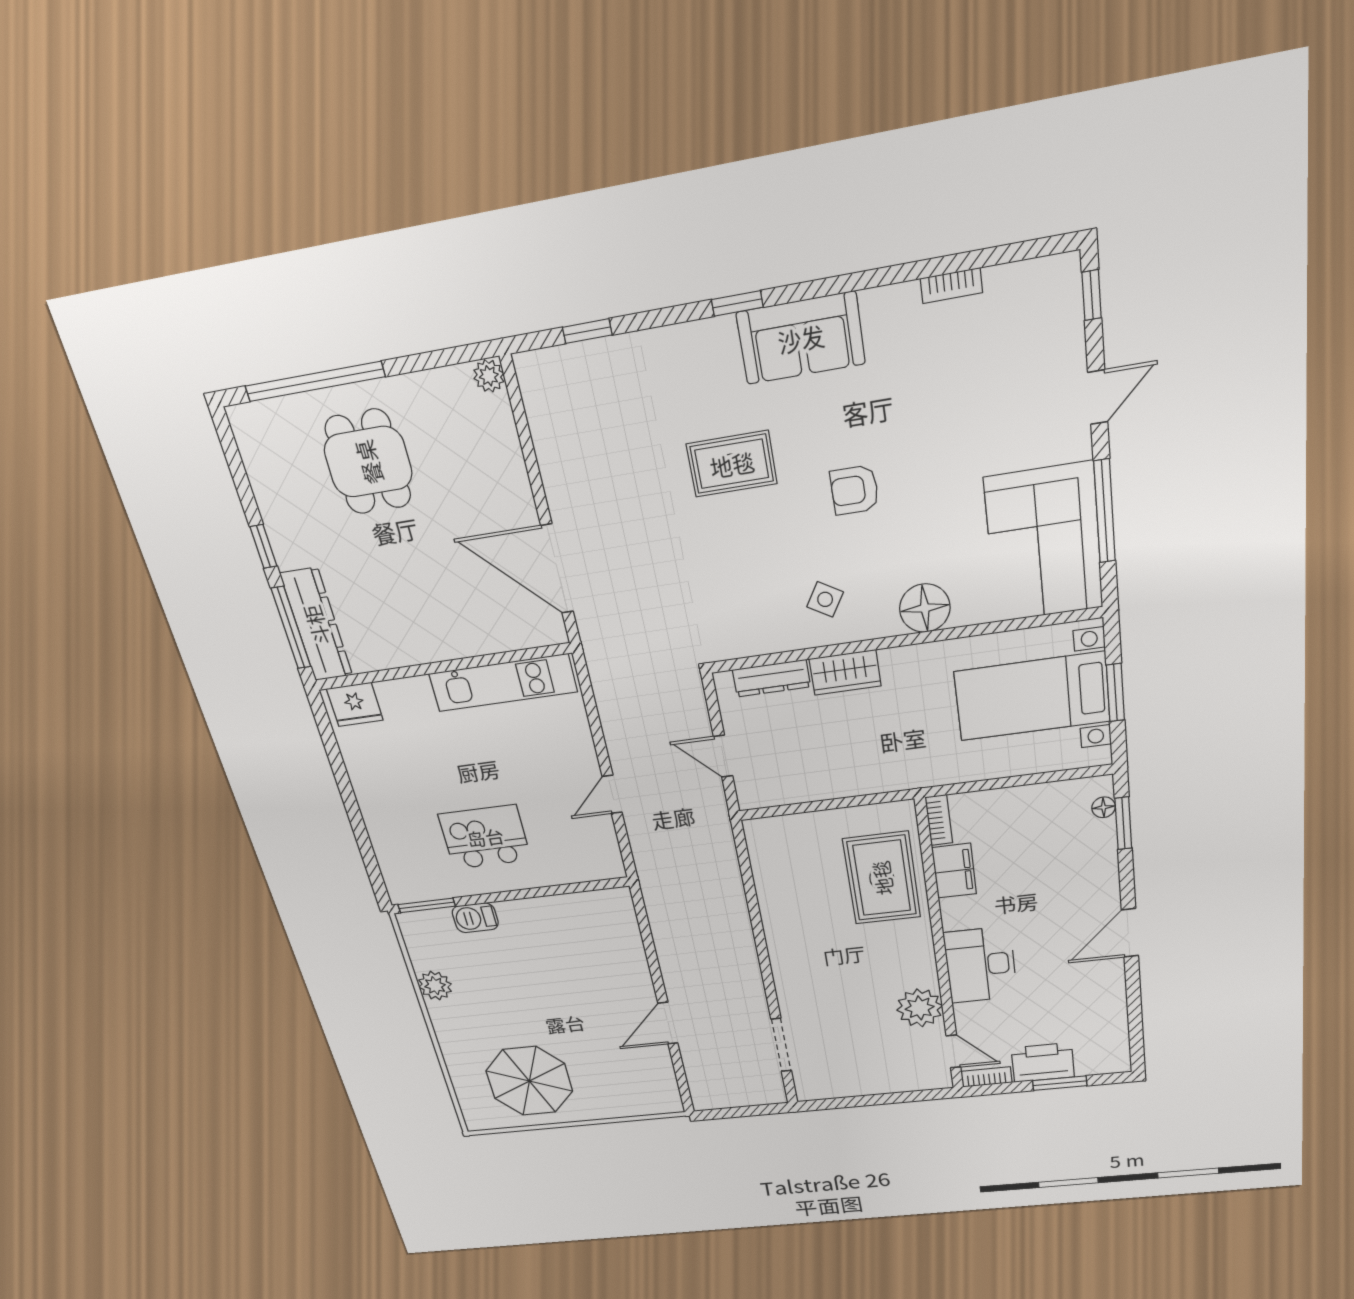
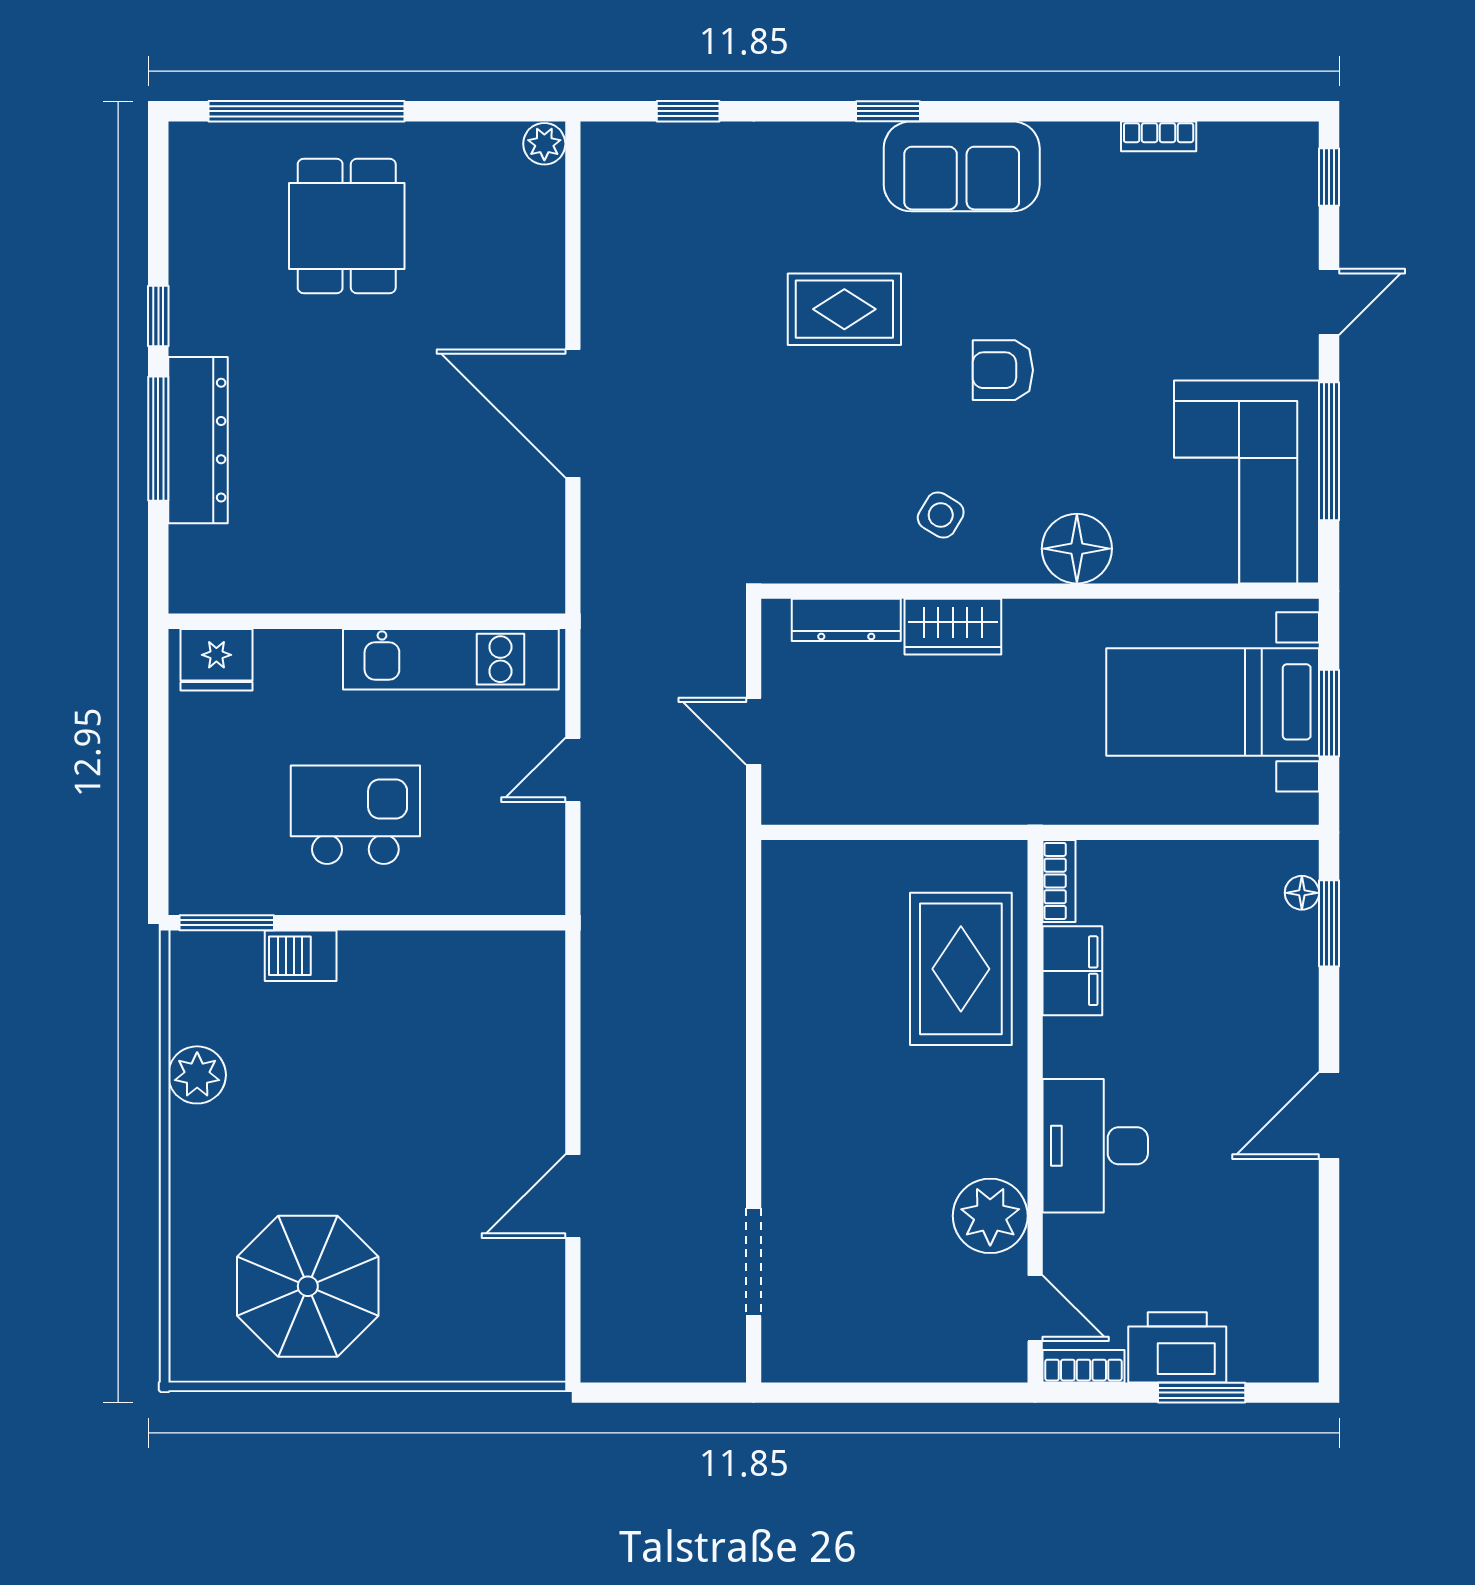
wall: (442, 667) -> (367, 621), moved
kitchen unit: (503, 683) -> (451, 659), moved
fridge: (355, 704) -> (216, 660), moved

